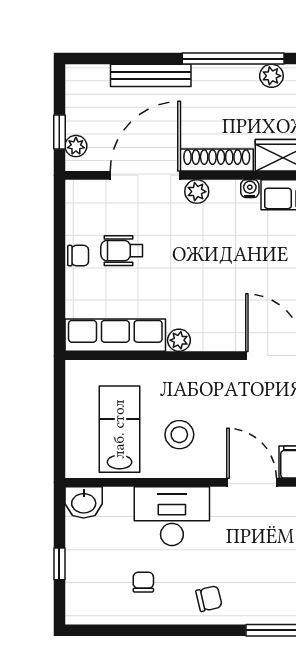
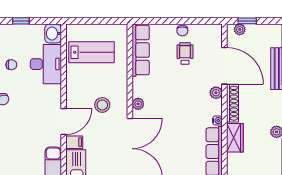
plant: (179, 340) -> (138, 104), moved
stool: (179, 435) -> (102, 105), moved
desk: (172, 516) -> (46, 64), moved

